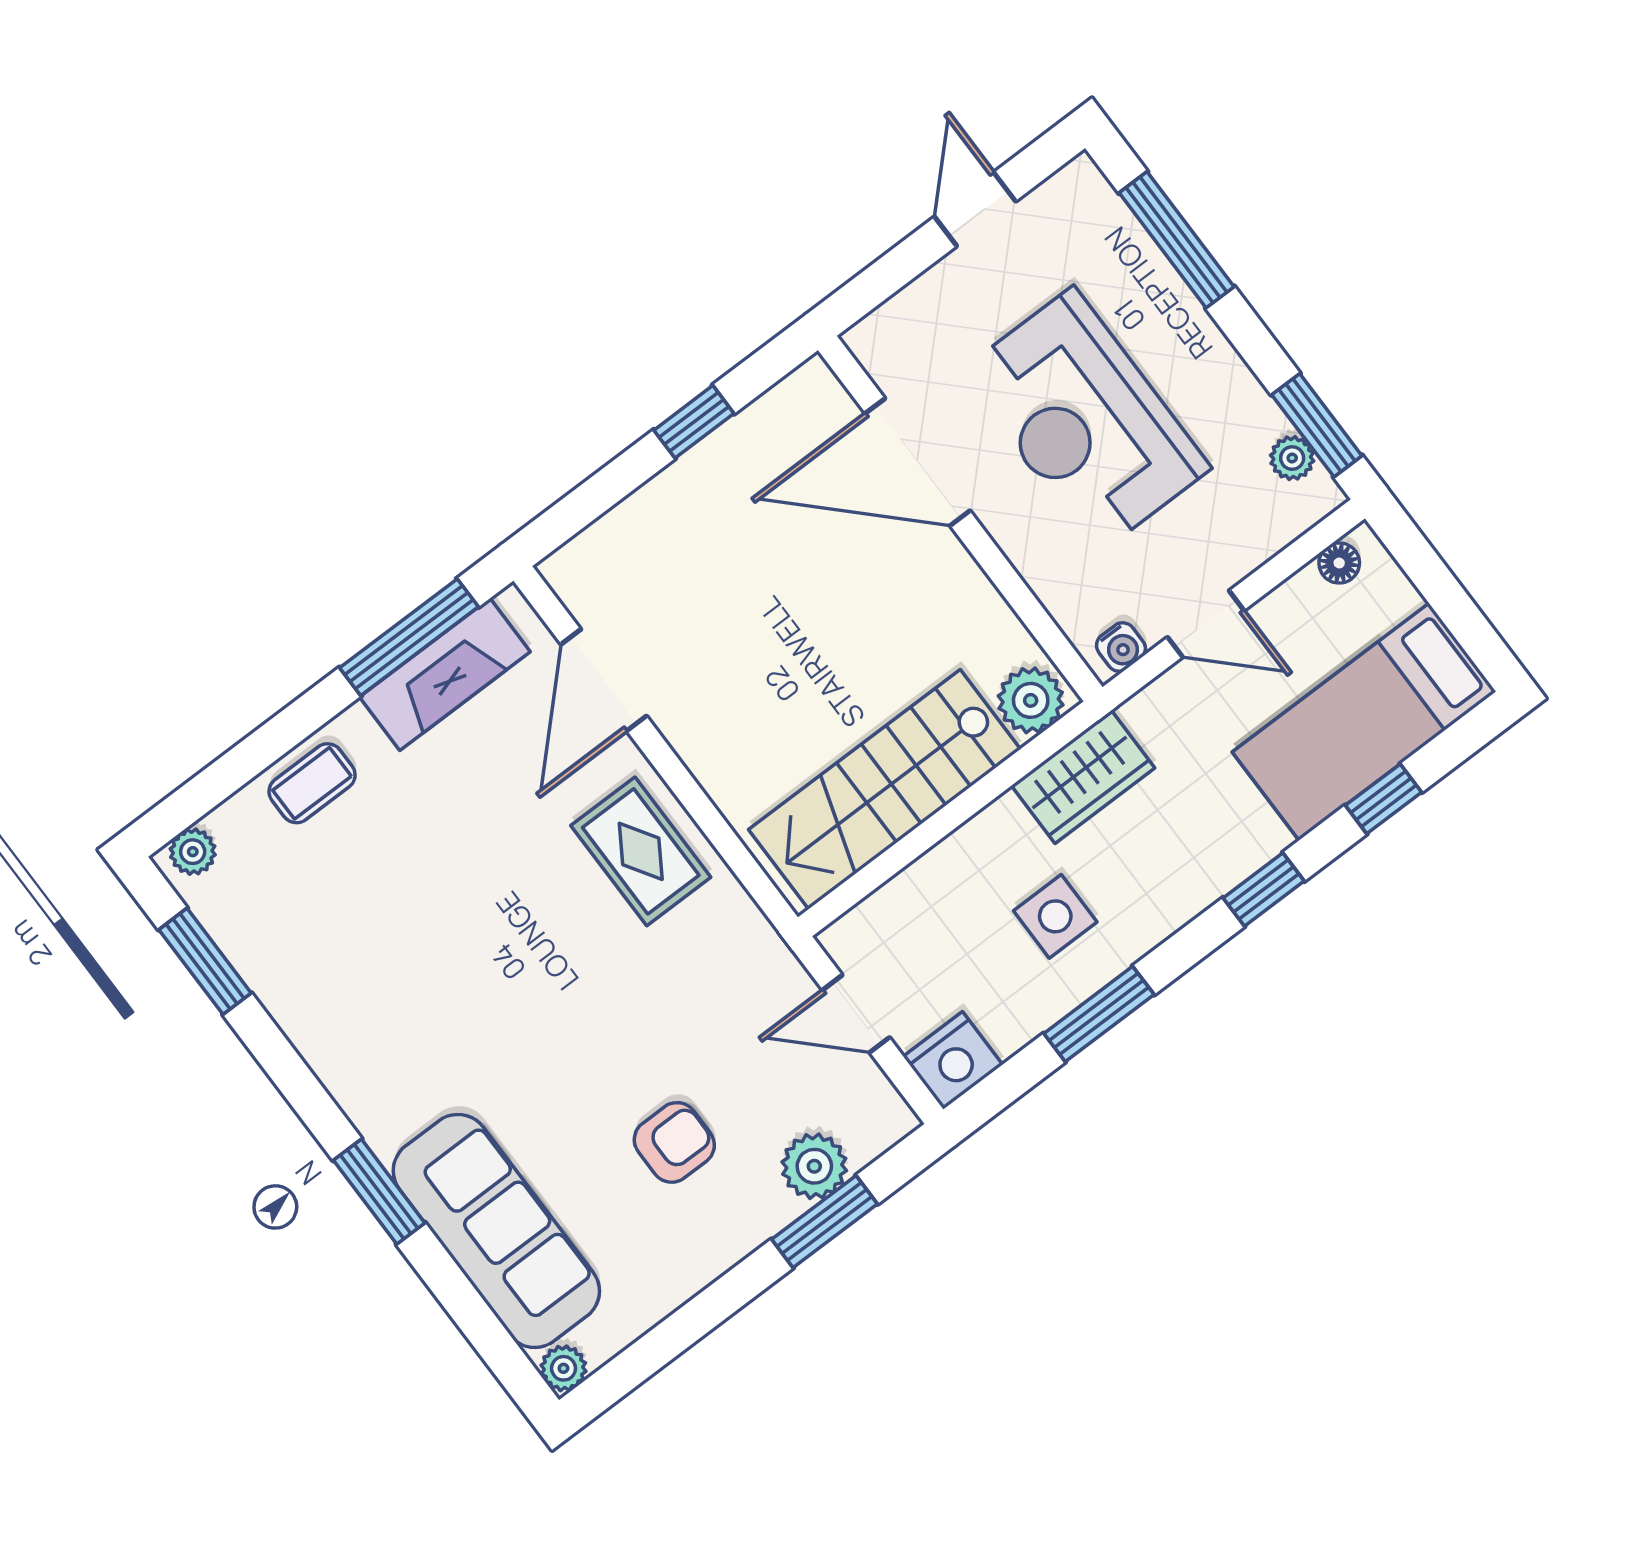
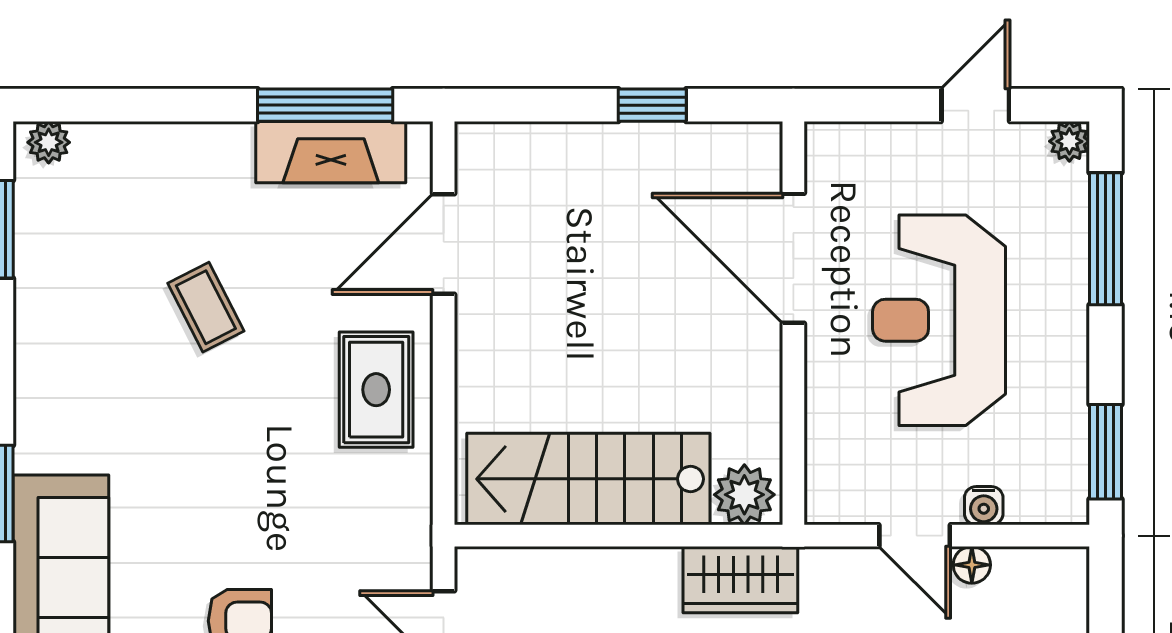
plant: (1292, 458) -> (1069, 141), moved
floor lamp: (1339, 563) -> (972, 565), moved
water cooler: (1121, 647) -> (984, 506), moved
coffee table: (312, 783) -> (206, 307), moved, turned 63

